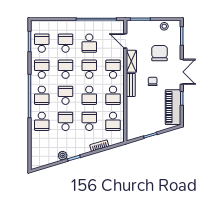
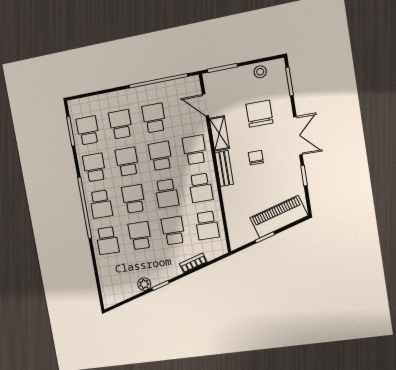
school desk: (89, 43) -> (154, 118), turned 180
piano: (173, 107) -> (279, 217), moved, turned 73

